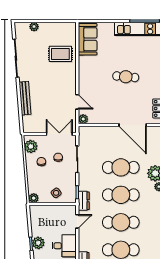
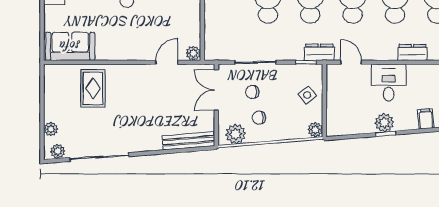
plant: (20, 31) -> (58, 151), added
bench: (25, 98) -> (188, 141), moved

